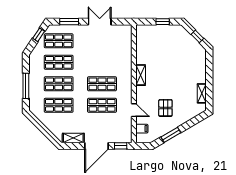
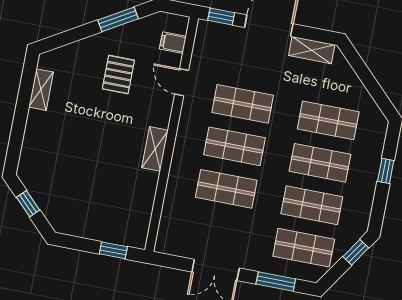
window: (163, 22) -> (113, 250), moved
window: (39, 35) -> (356, 252), moved
shop shelf: (102, 62) -> (226, 189), added
window: (26, 86) -> (386, 171), width x0.46

